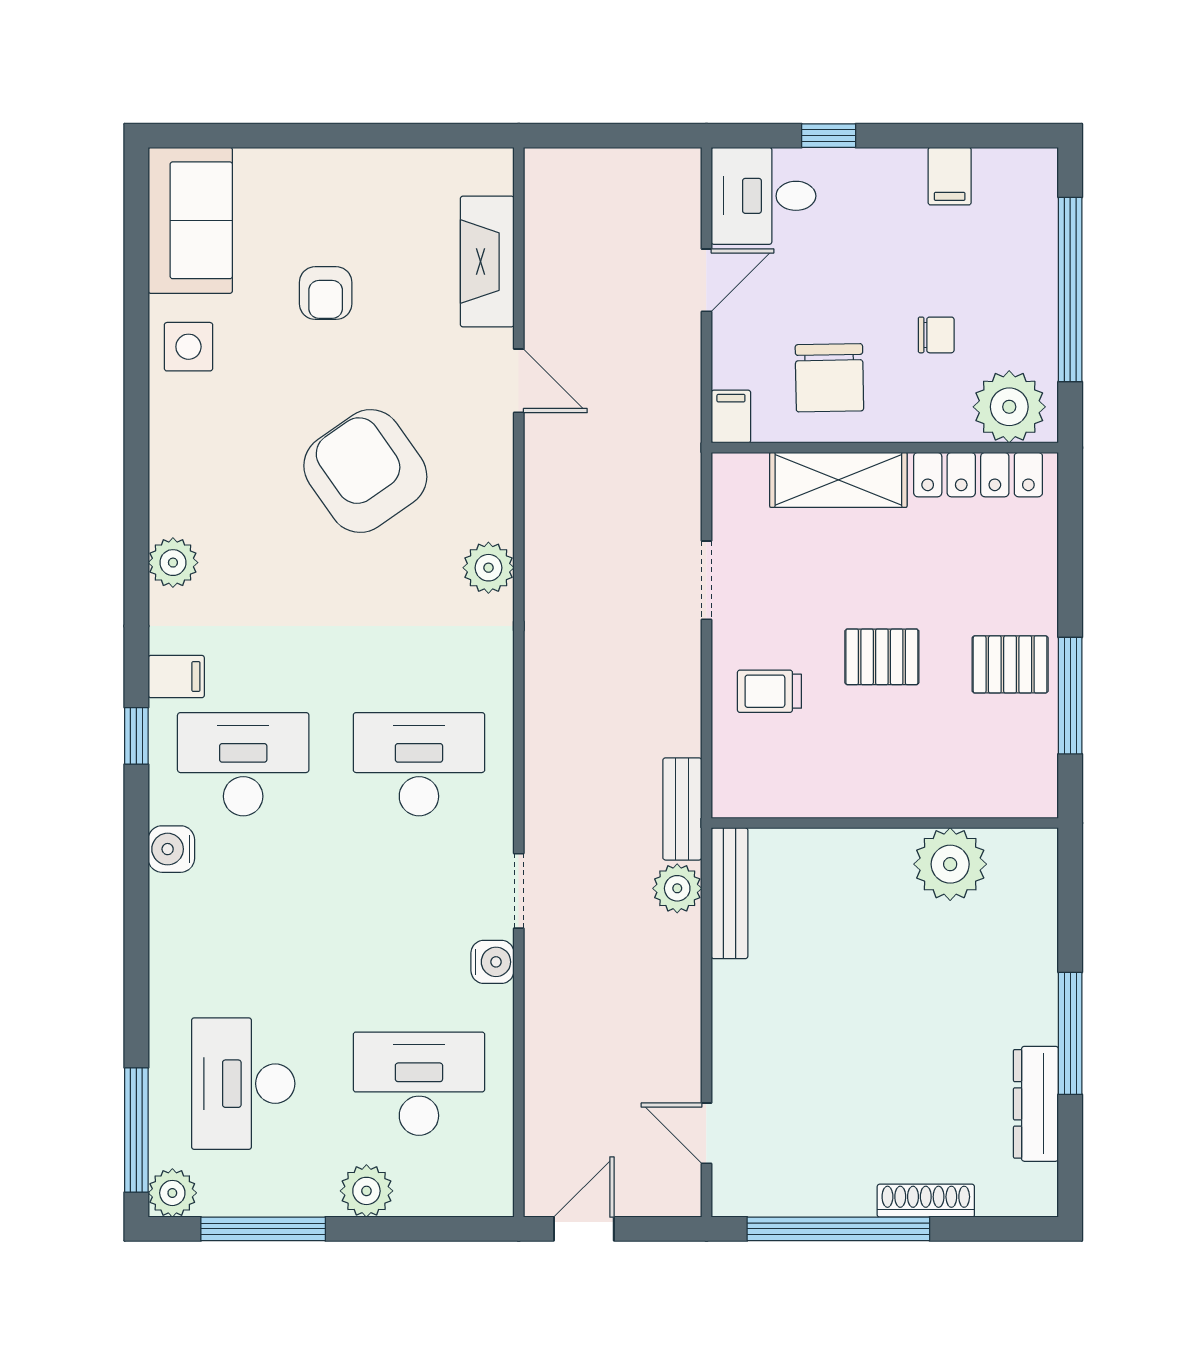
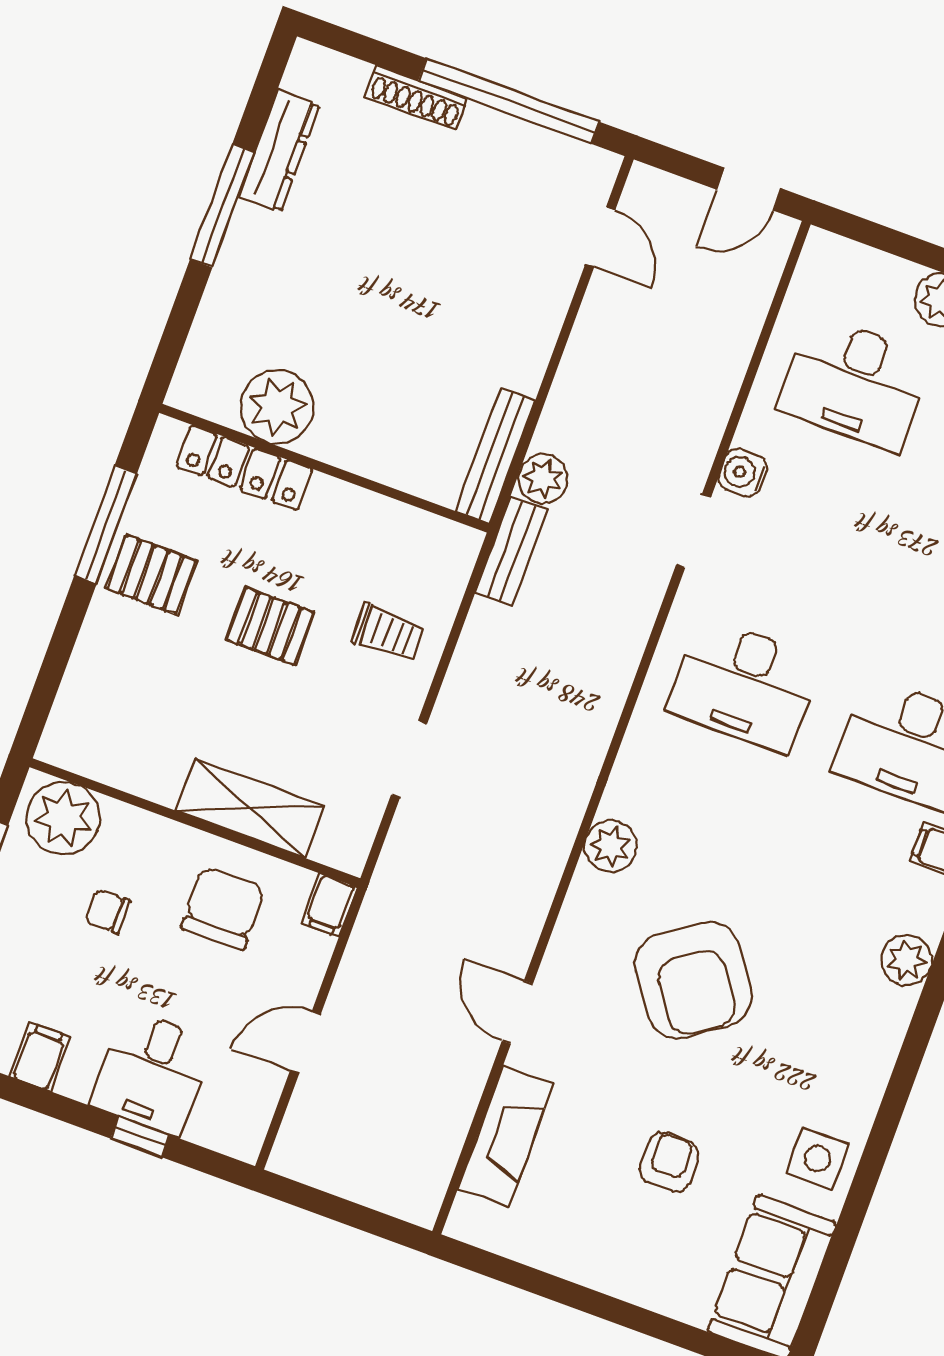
desk: (763, 196) -> (152, 1073), moved, turned 90
locker: (978, 475) -> (244, 468), moved, turned 180

